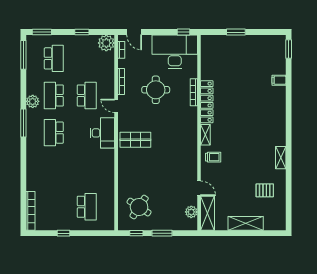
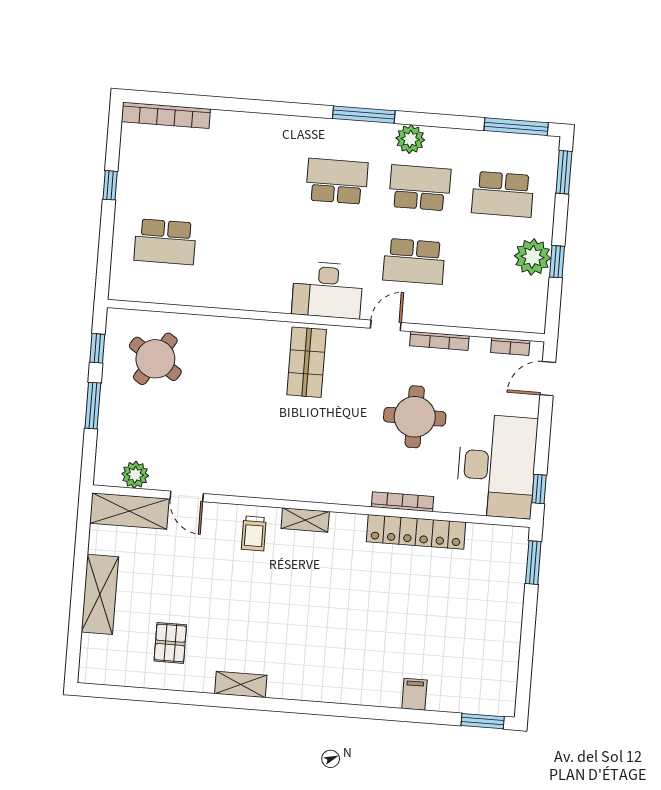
window: (236, 32) -> (533, 563), moved
plant: (106, 43) -> (533, 257), moved
locker: (207, 102) -> (416, 532), moved
door: (199, 188) -> (187, 496), hinge flipped

